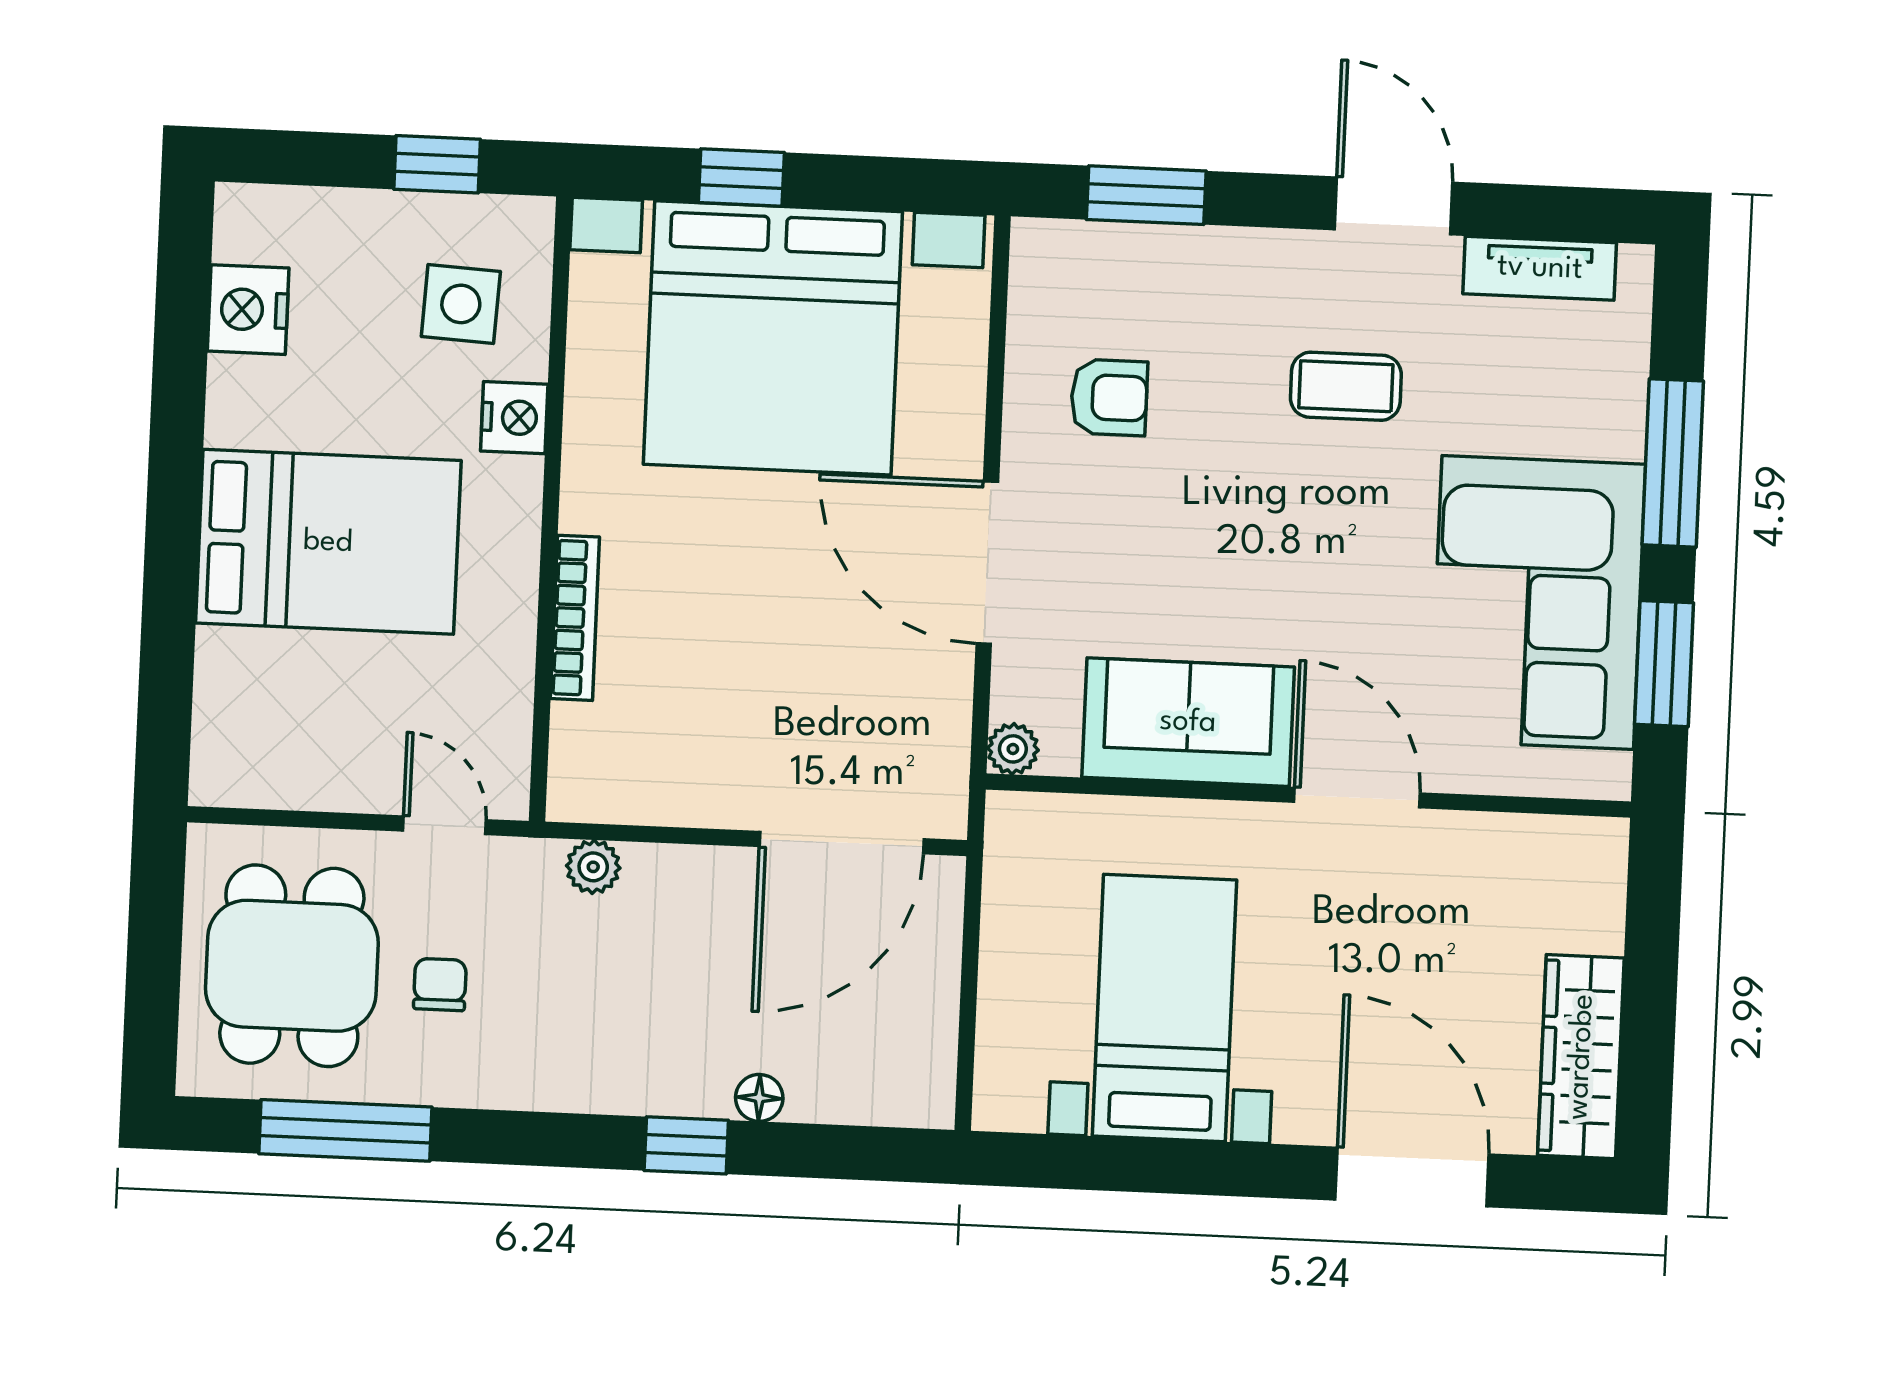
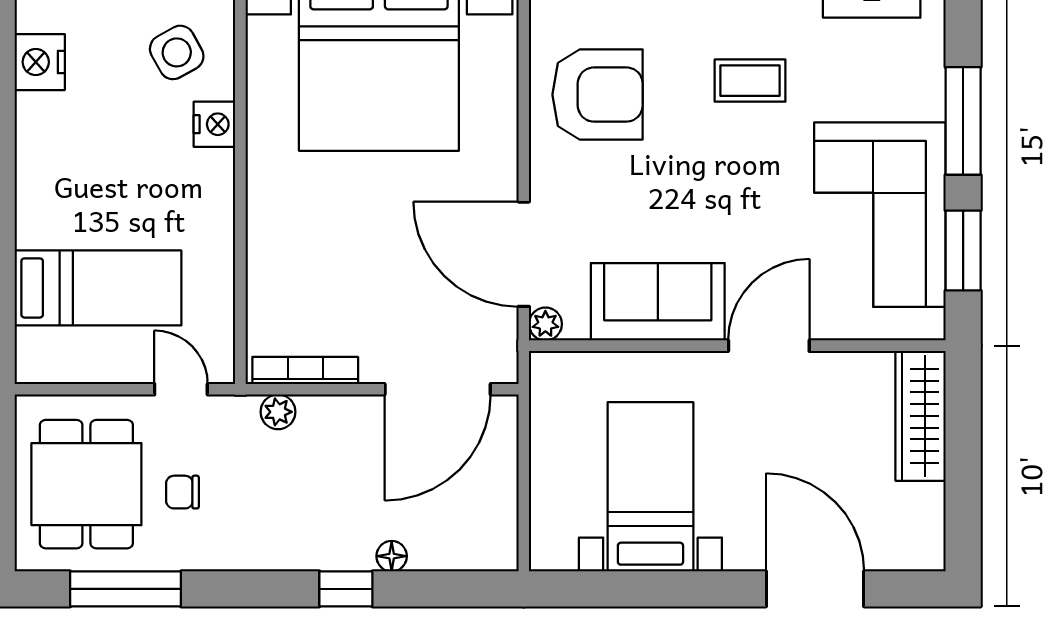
side table: (461, 304) -> (177, 52), turned -32
armchair: (1109, 397) -> (598, 95), width x1.88, depth x1.88
bed: (328, 542) -> (98, 288), moved, width x0.67
door: (987, 563) -> (524, 254), moved
bookcase: (575, 618) -> (305, 370), moved, turned -90
door: (1357, 798) -> (769, 346), hinge flipped
chair: (440, 985) -> (182, 492), turned -90
wardrobe: (1581, 1057) -> (921, 416), moved

